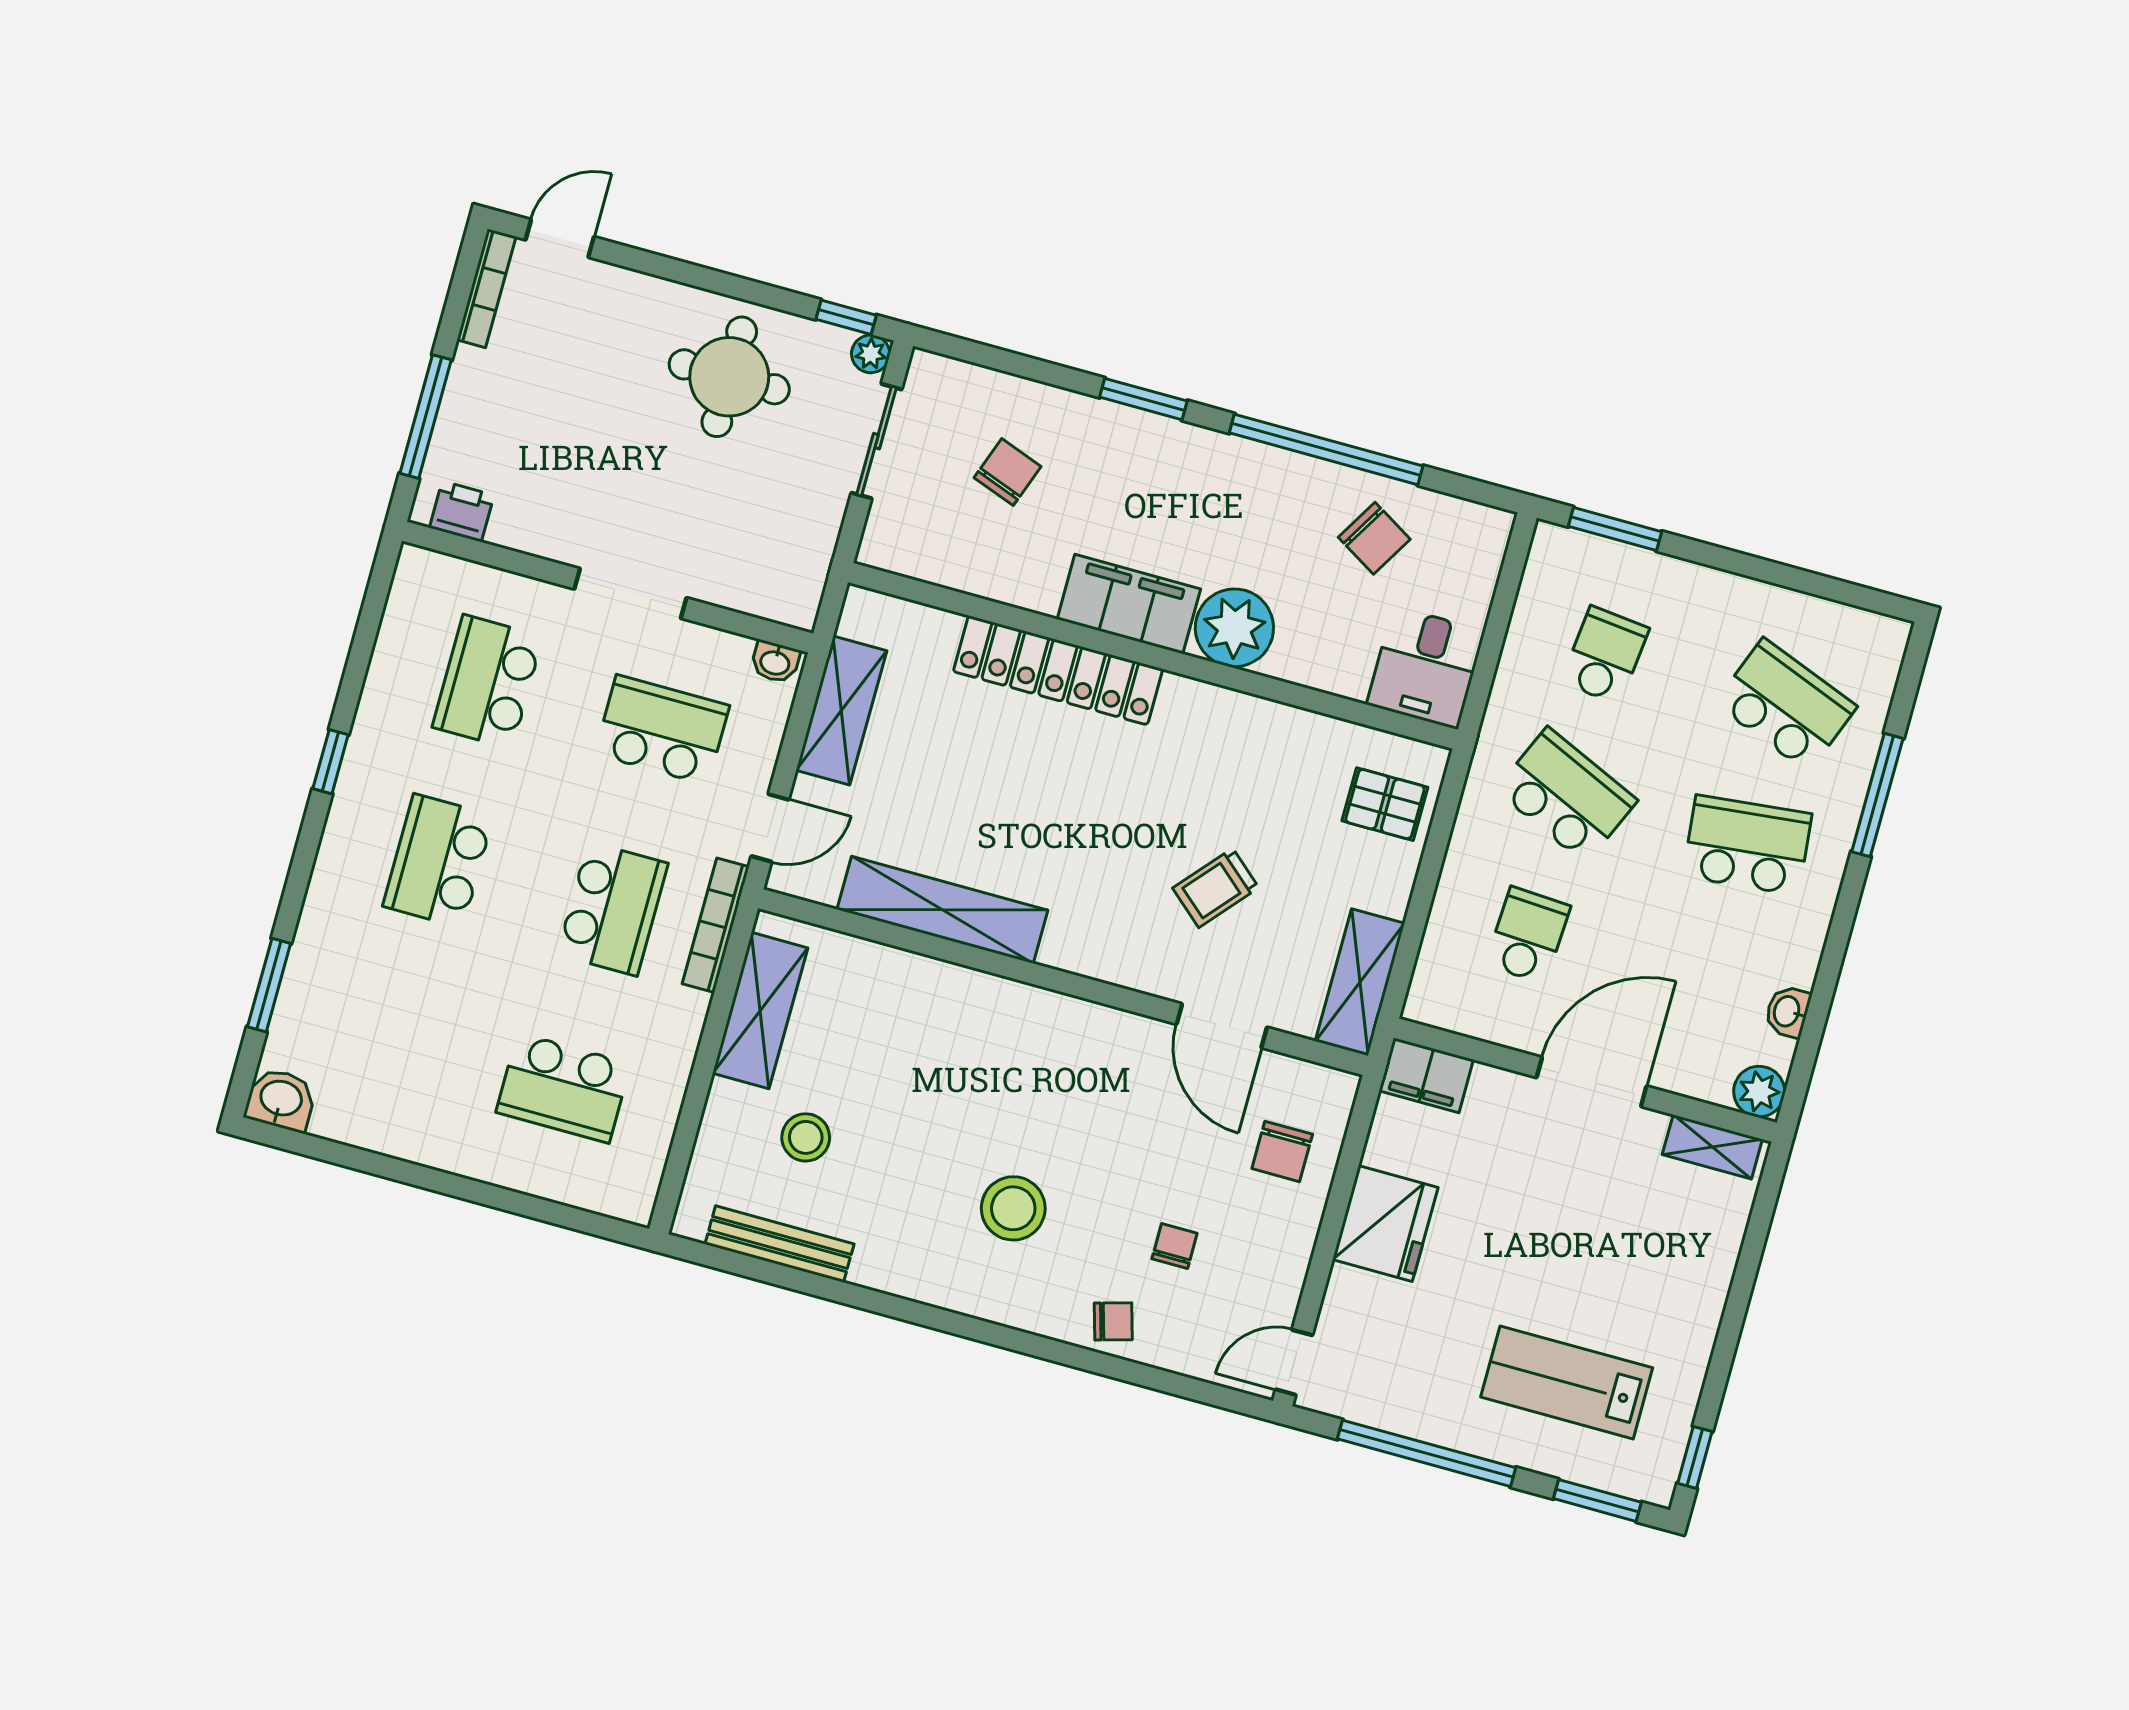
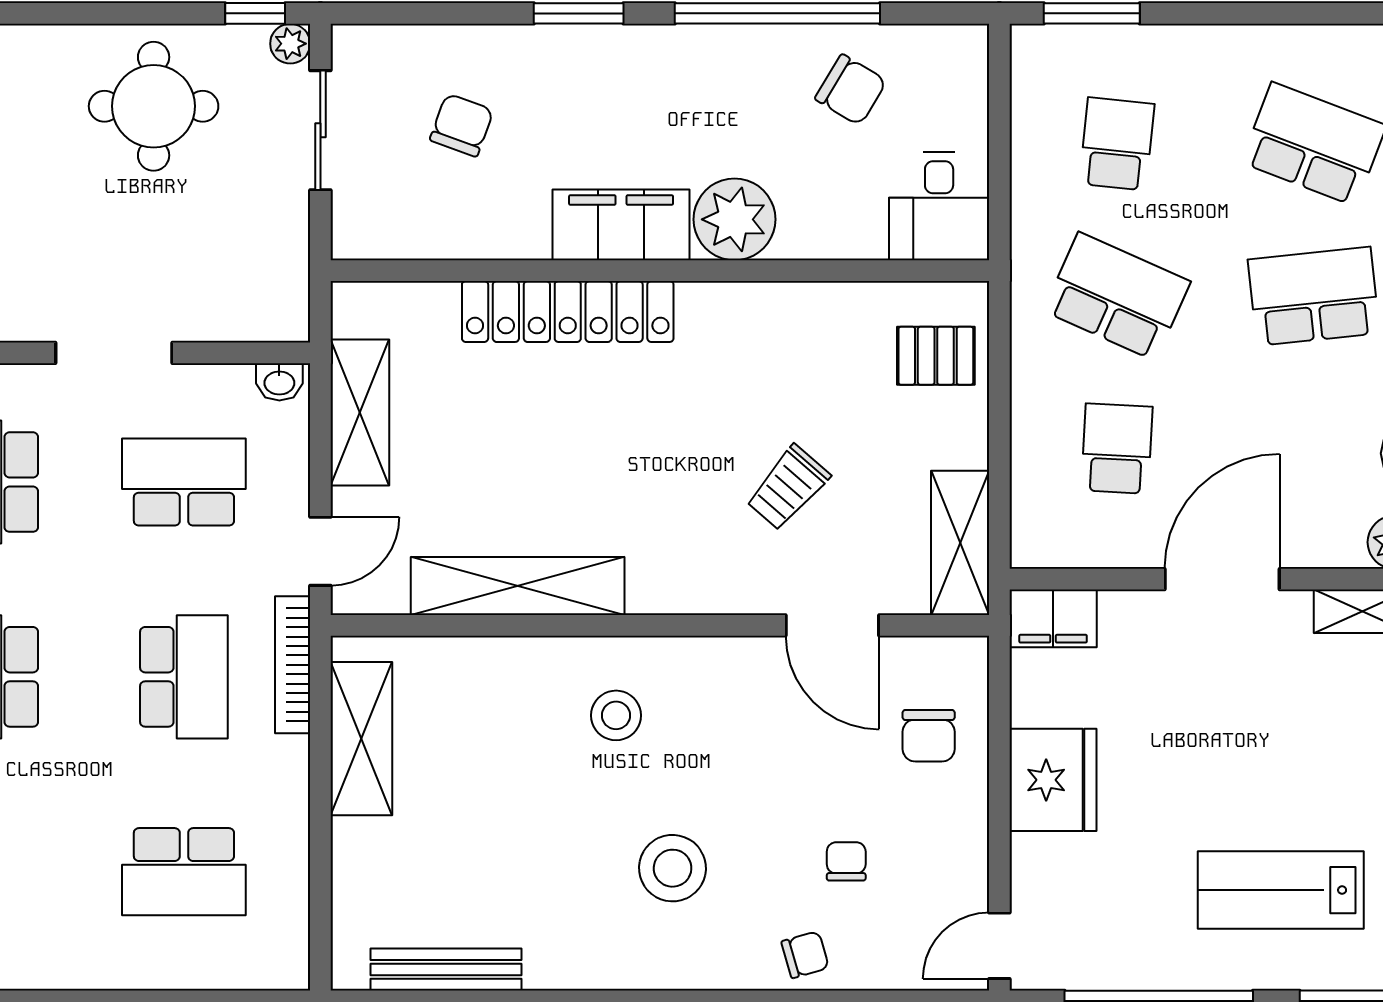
stool: (806, 1137) -> (616, 715), moved

